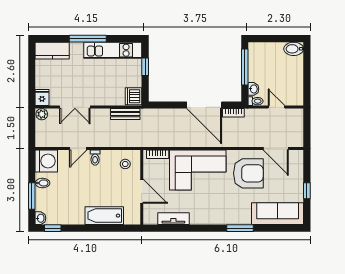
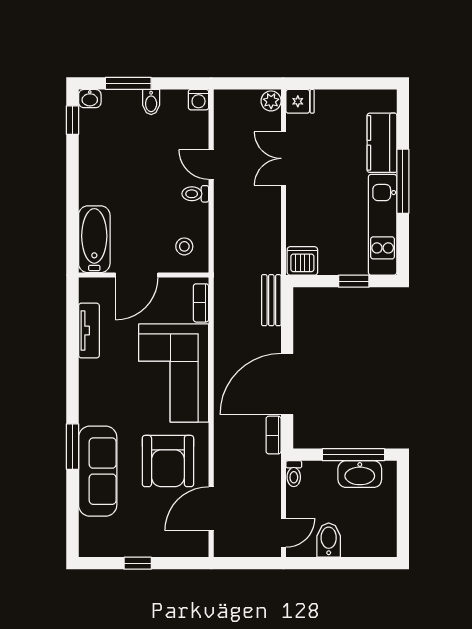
bidet: (294, 49) -> (329, 540), moved
kitchen counter: (52, 51) -> (382, 143), moved
washbasin: (253, 89) -> (360, 474), moved, width x1.91, depth x1.45
door: (277, 107) -> (283, 533), moved
bench: (125, 114) -> (271, 300), moved
washing machine: (46, 161) -> (199, 100), width x0.53, depth x0.53
sofa: (278, 214) -> (98, 471), moved
bathtub: (104, 216) -> (94, 239), moved

